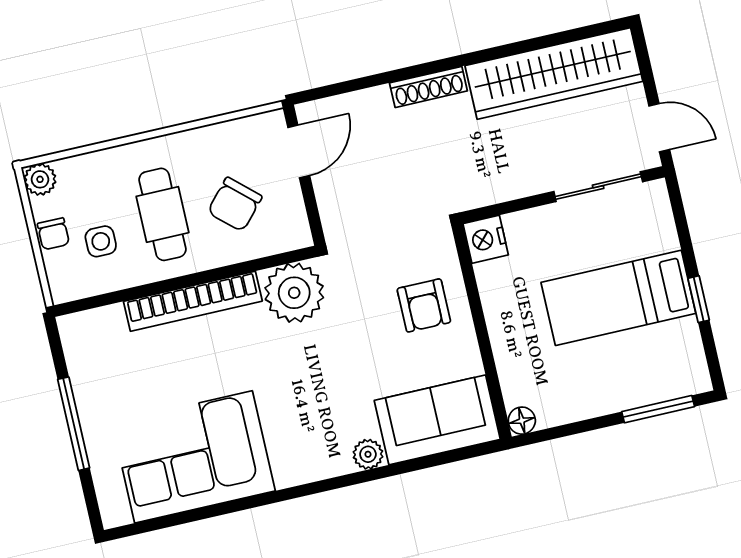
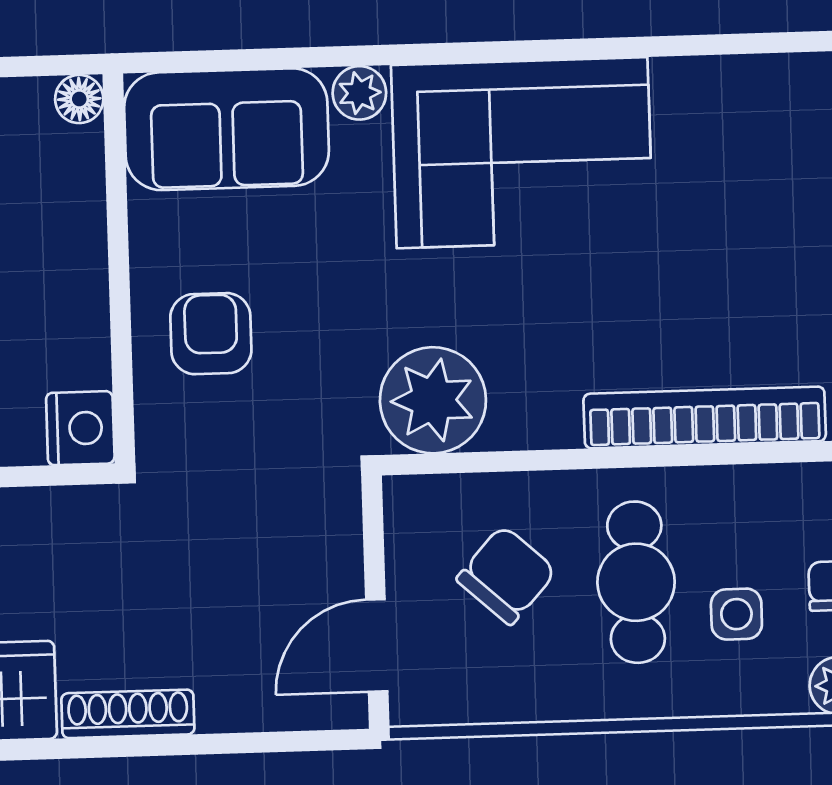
side table: (101, 241) -> (736, 614), moved
bookcase: (193, 301) -> (705, 417), moved
corner sofa: (194, 457) -> (522, 153), moved

